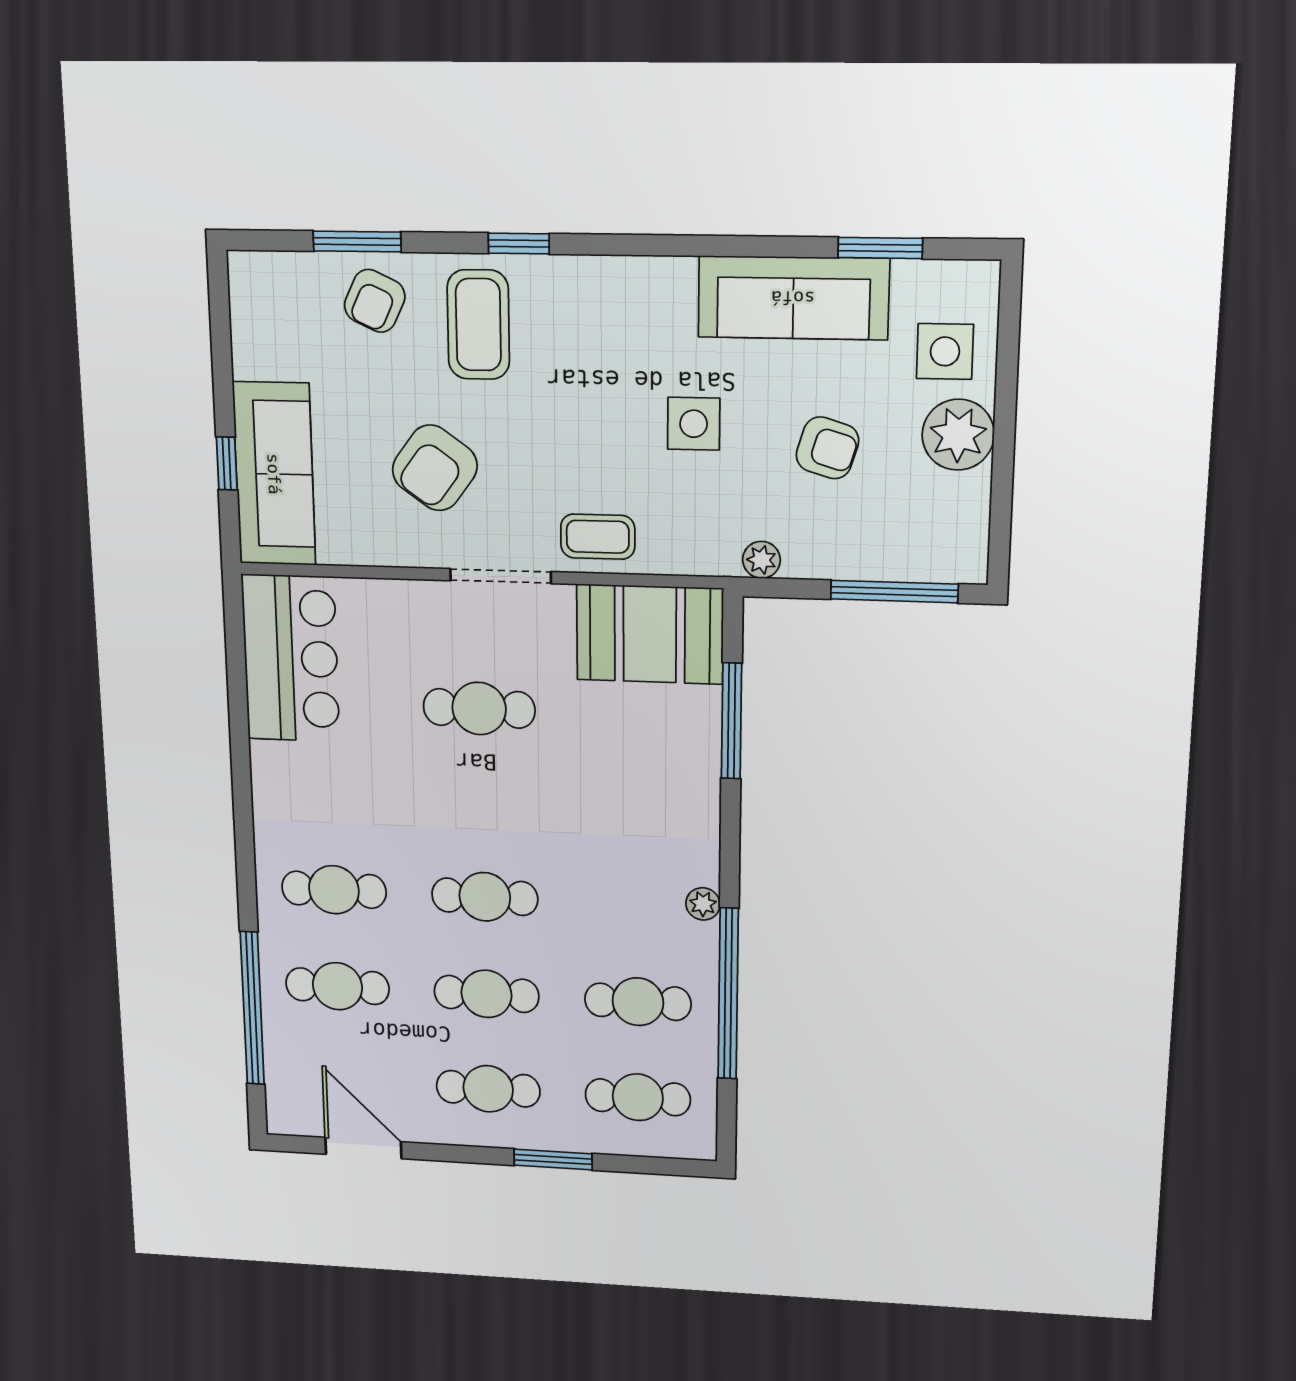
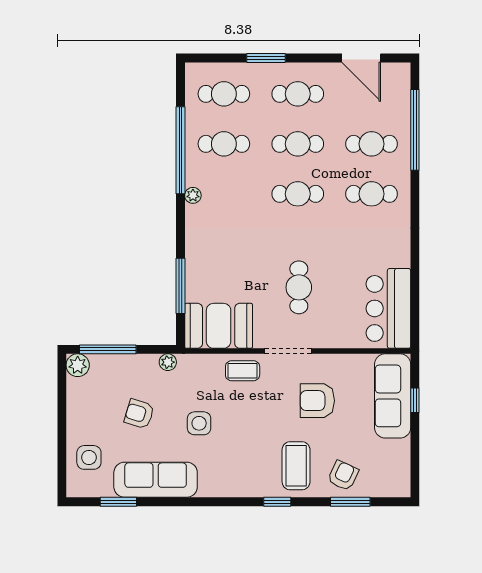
plant: (958, 435) -> (78, 365), moved, width x0.73, depth x0.73
armchair: (435, 468) -> (317, 401), turned -126
cafe table: (479, 708) -> (299, 287), turned 90

